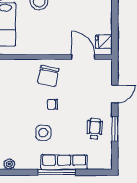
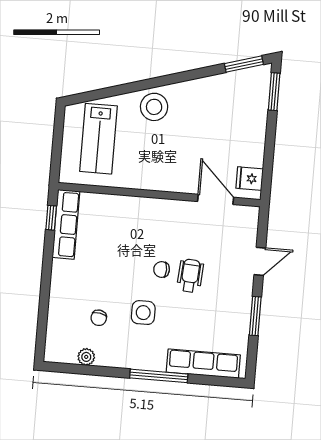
chair: (48, 76) -> (99, 318), moved, width x0.54, depth x0.54
wheelchair: (95, 129) -> (190, 276), moved
row of seats: (64, 162) -> (203, 364), moved

